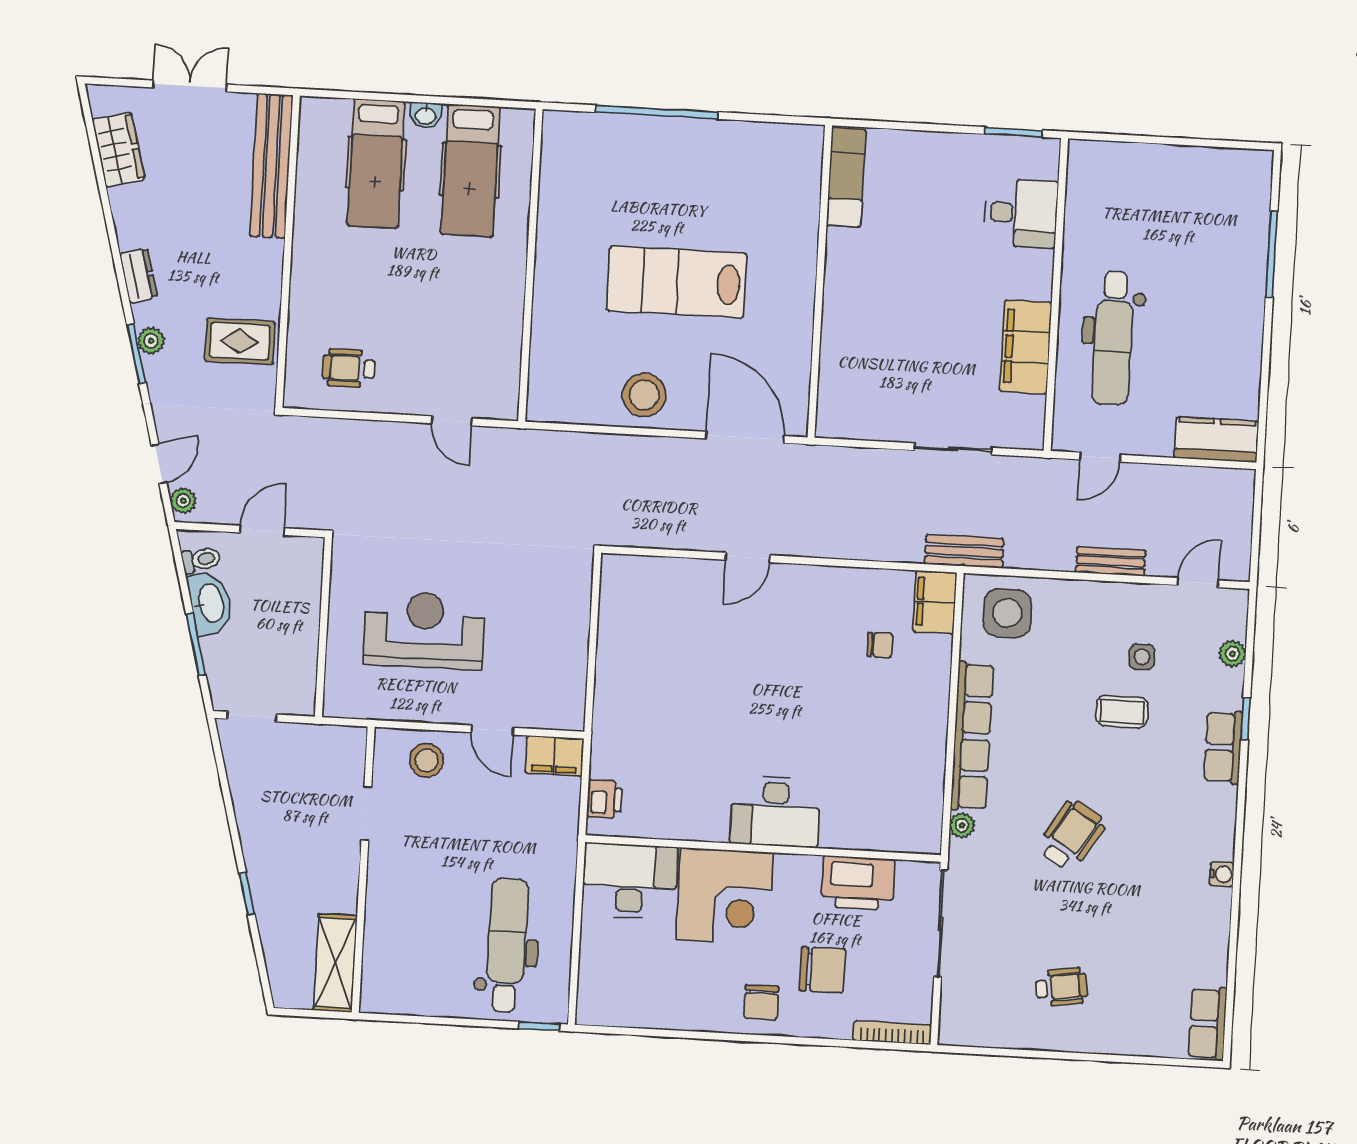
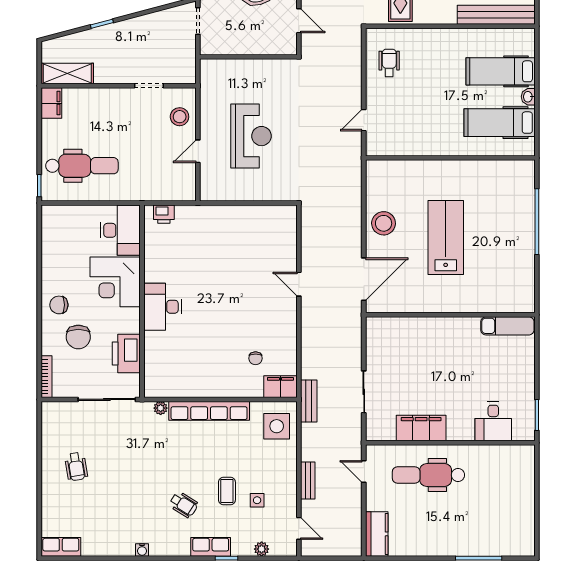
reception desk: (424, 630) -> (251, 136), moved
filing cabinet: (554, 756) -> (51, 103), moved, turned 180
wheelchair: (1071, 835) -> (184, 505), moved, width x0.73, depth x0.73

